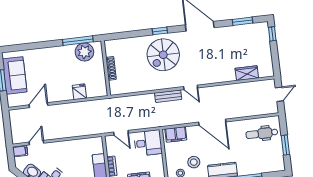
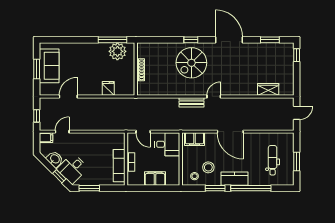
door: (191, 87) -> (214, 96), swing flipped
window: (8, 129) -> (37, 116), added
dental chair: (262, 133) -> (273, 160), moved, turned 90

